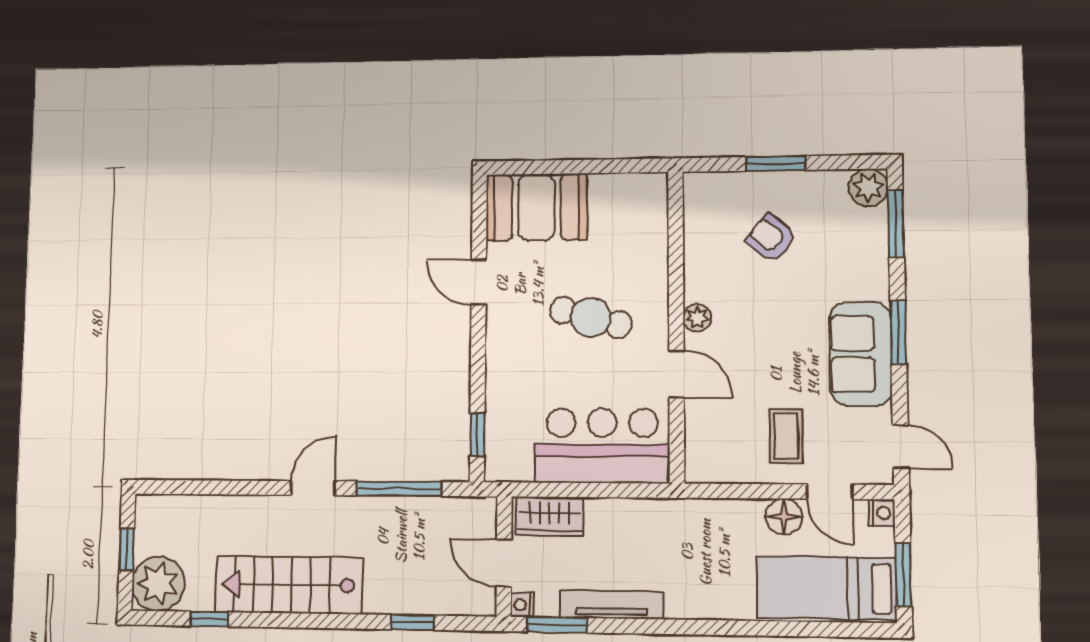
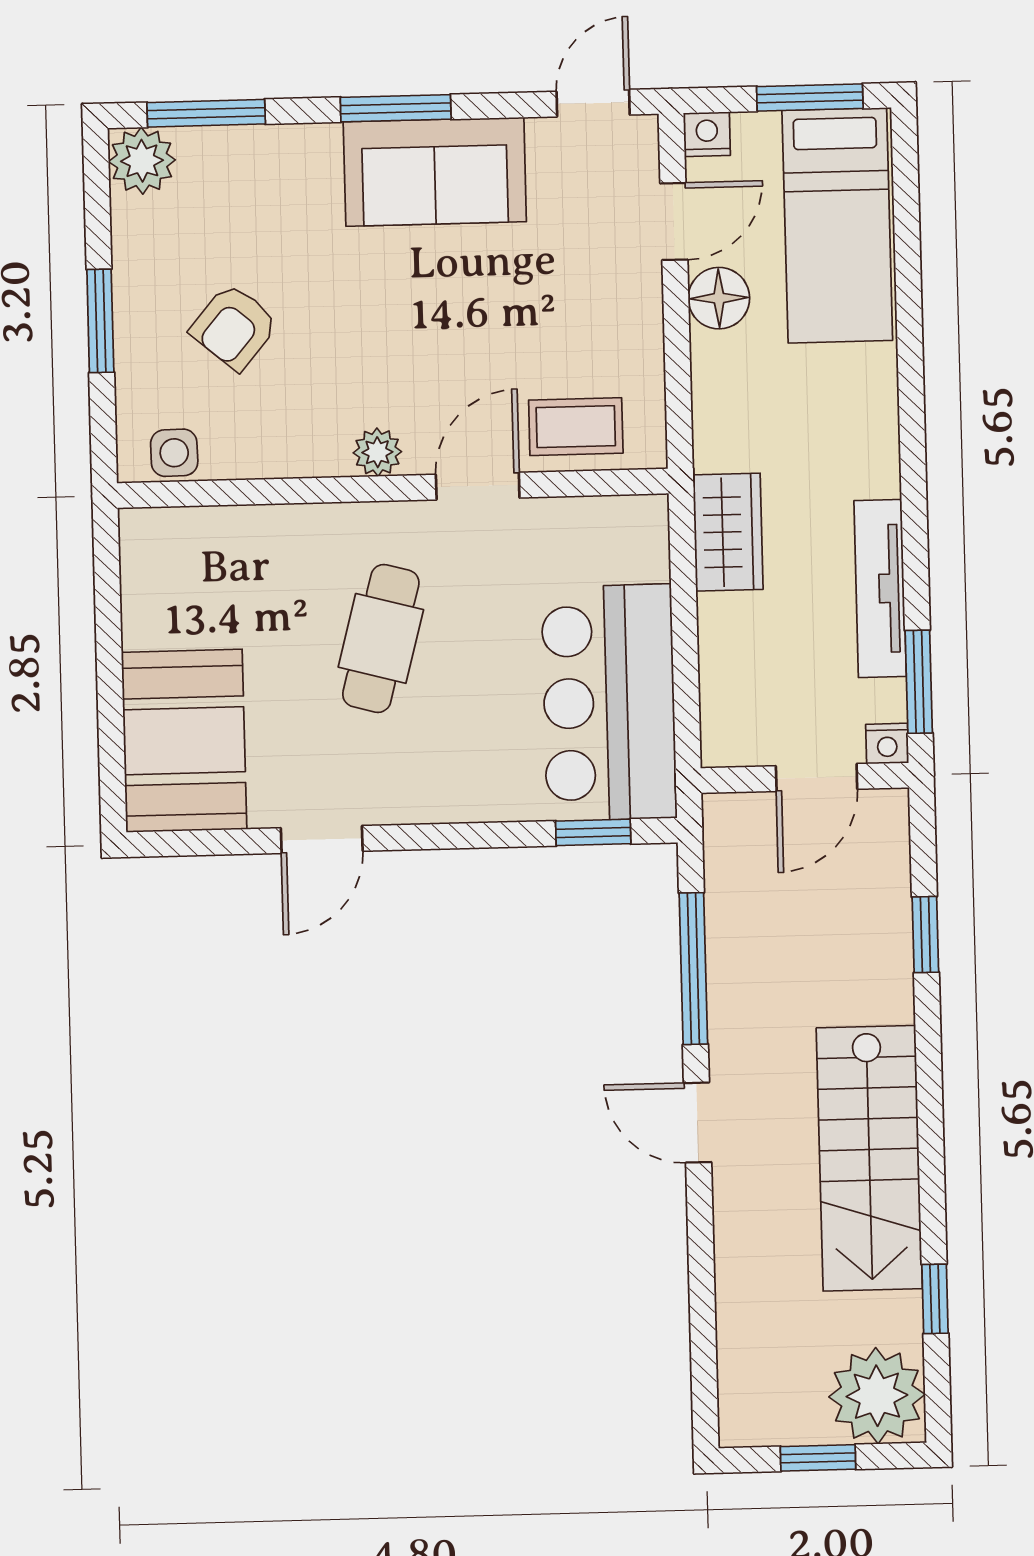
side table: (699, 204) -> (174, 453), added
coffee table: (786, 436) -> (576, 427), moved
bar counter: (602, 446) -> (609, 703), moved
wardrobe: (549, 516) -> (728, 532), moved

